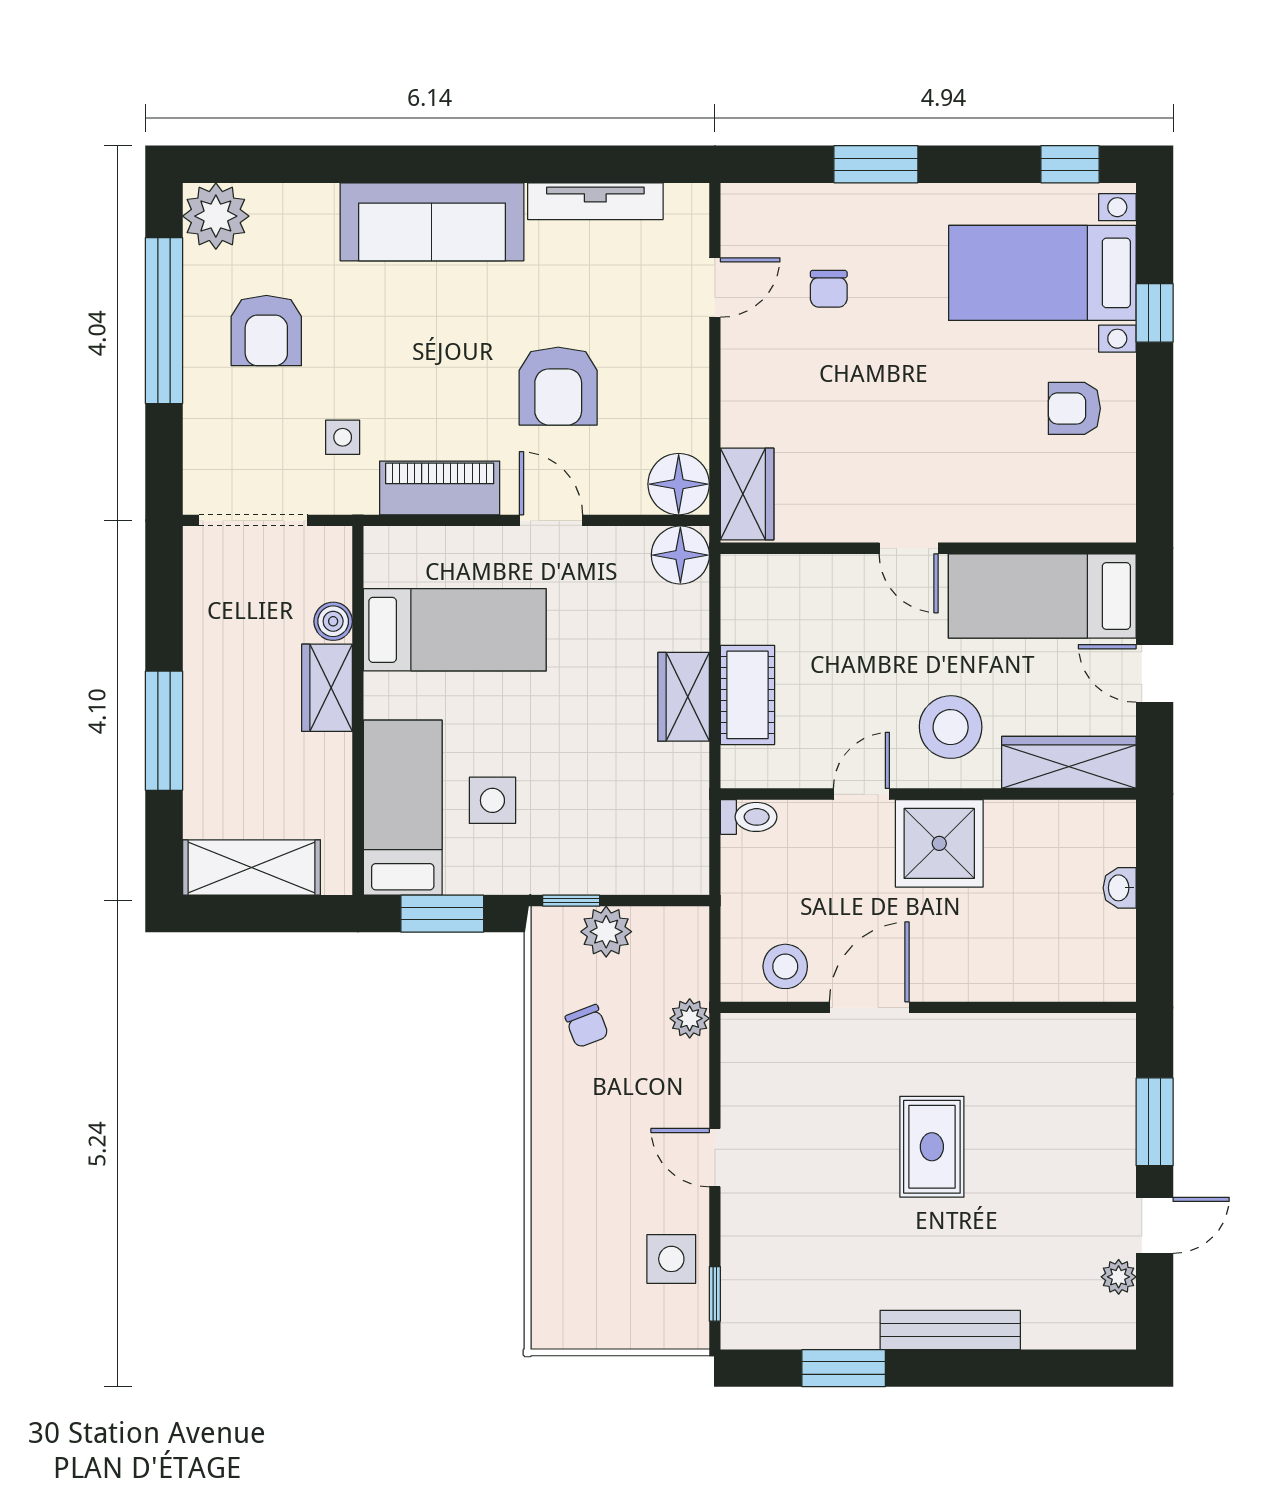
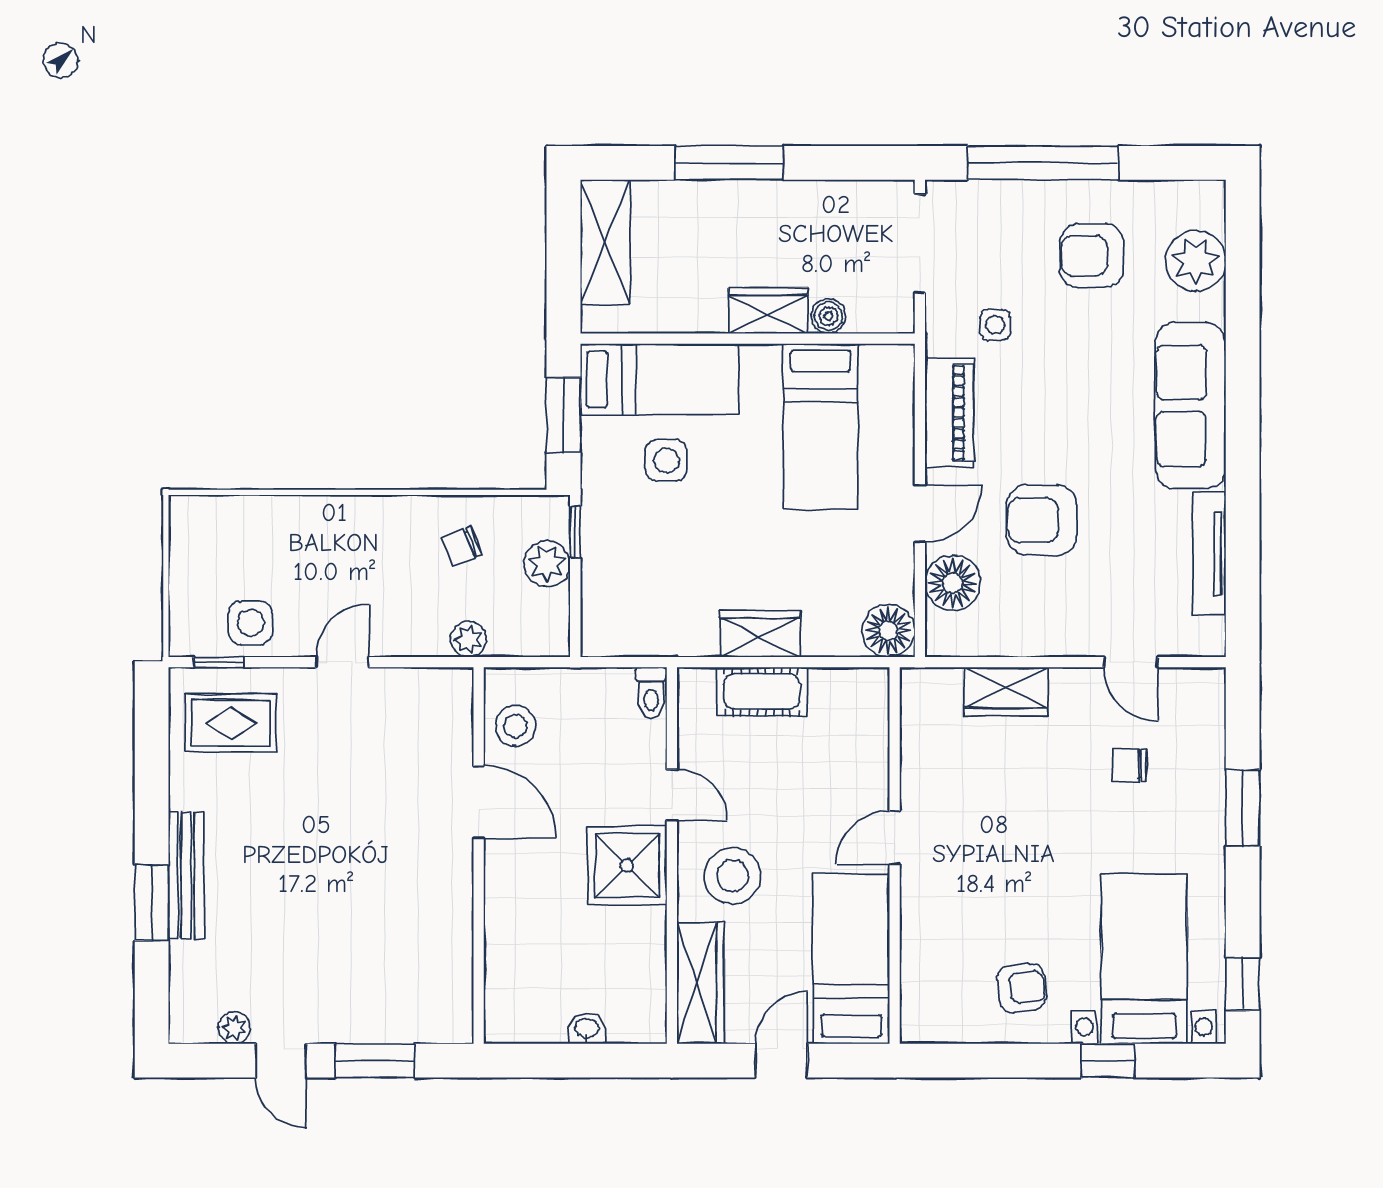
plant: (216, 216) -> (1196, 261), moved
window: (164, 321) -> (1043, 163), moved
armchair: (1074, 408) -> (1021, 988), turned 83
floor lamp: (679, 484) -> (953, 583), moved
wardrobe: (747, 494) -> (1006, 691), moved
rug: (932, 1147) -> (231, 723), moved
window: (844, 1368) -> (152, 903), moved

